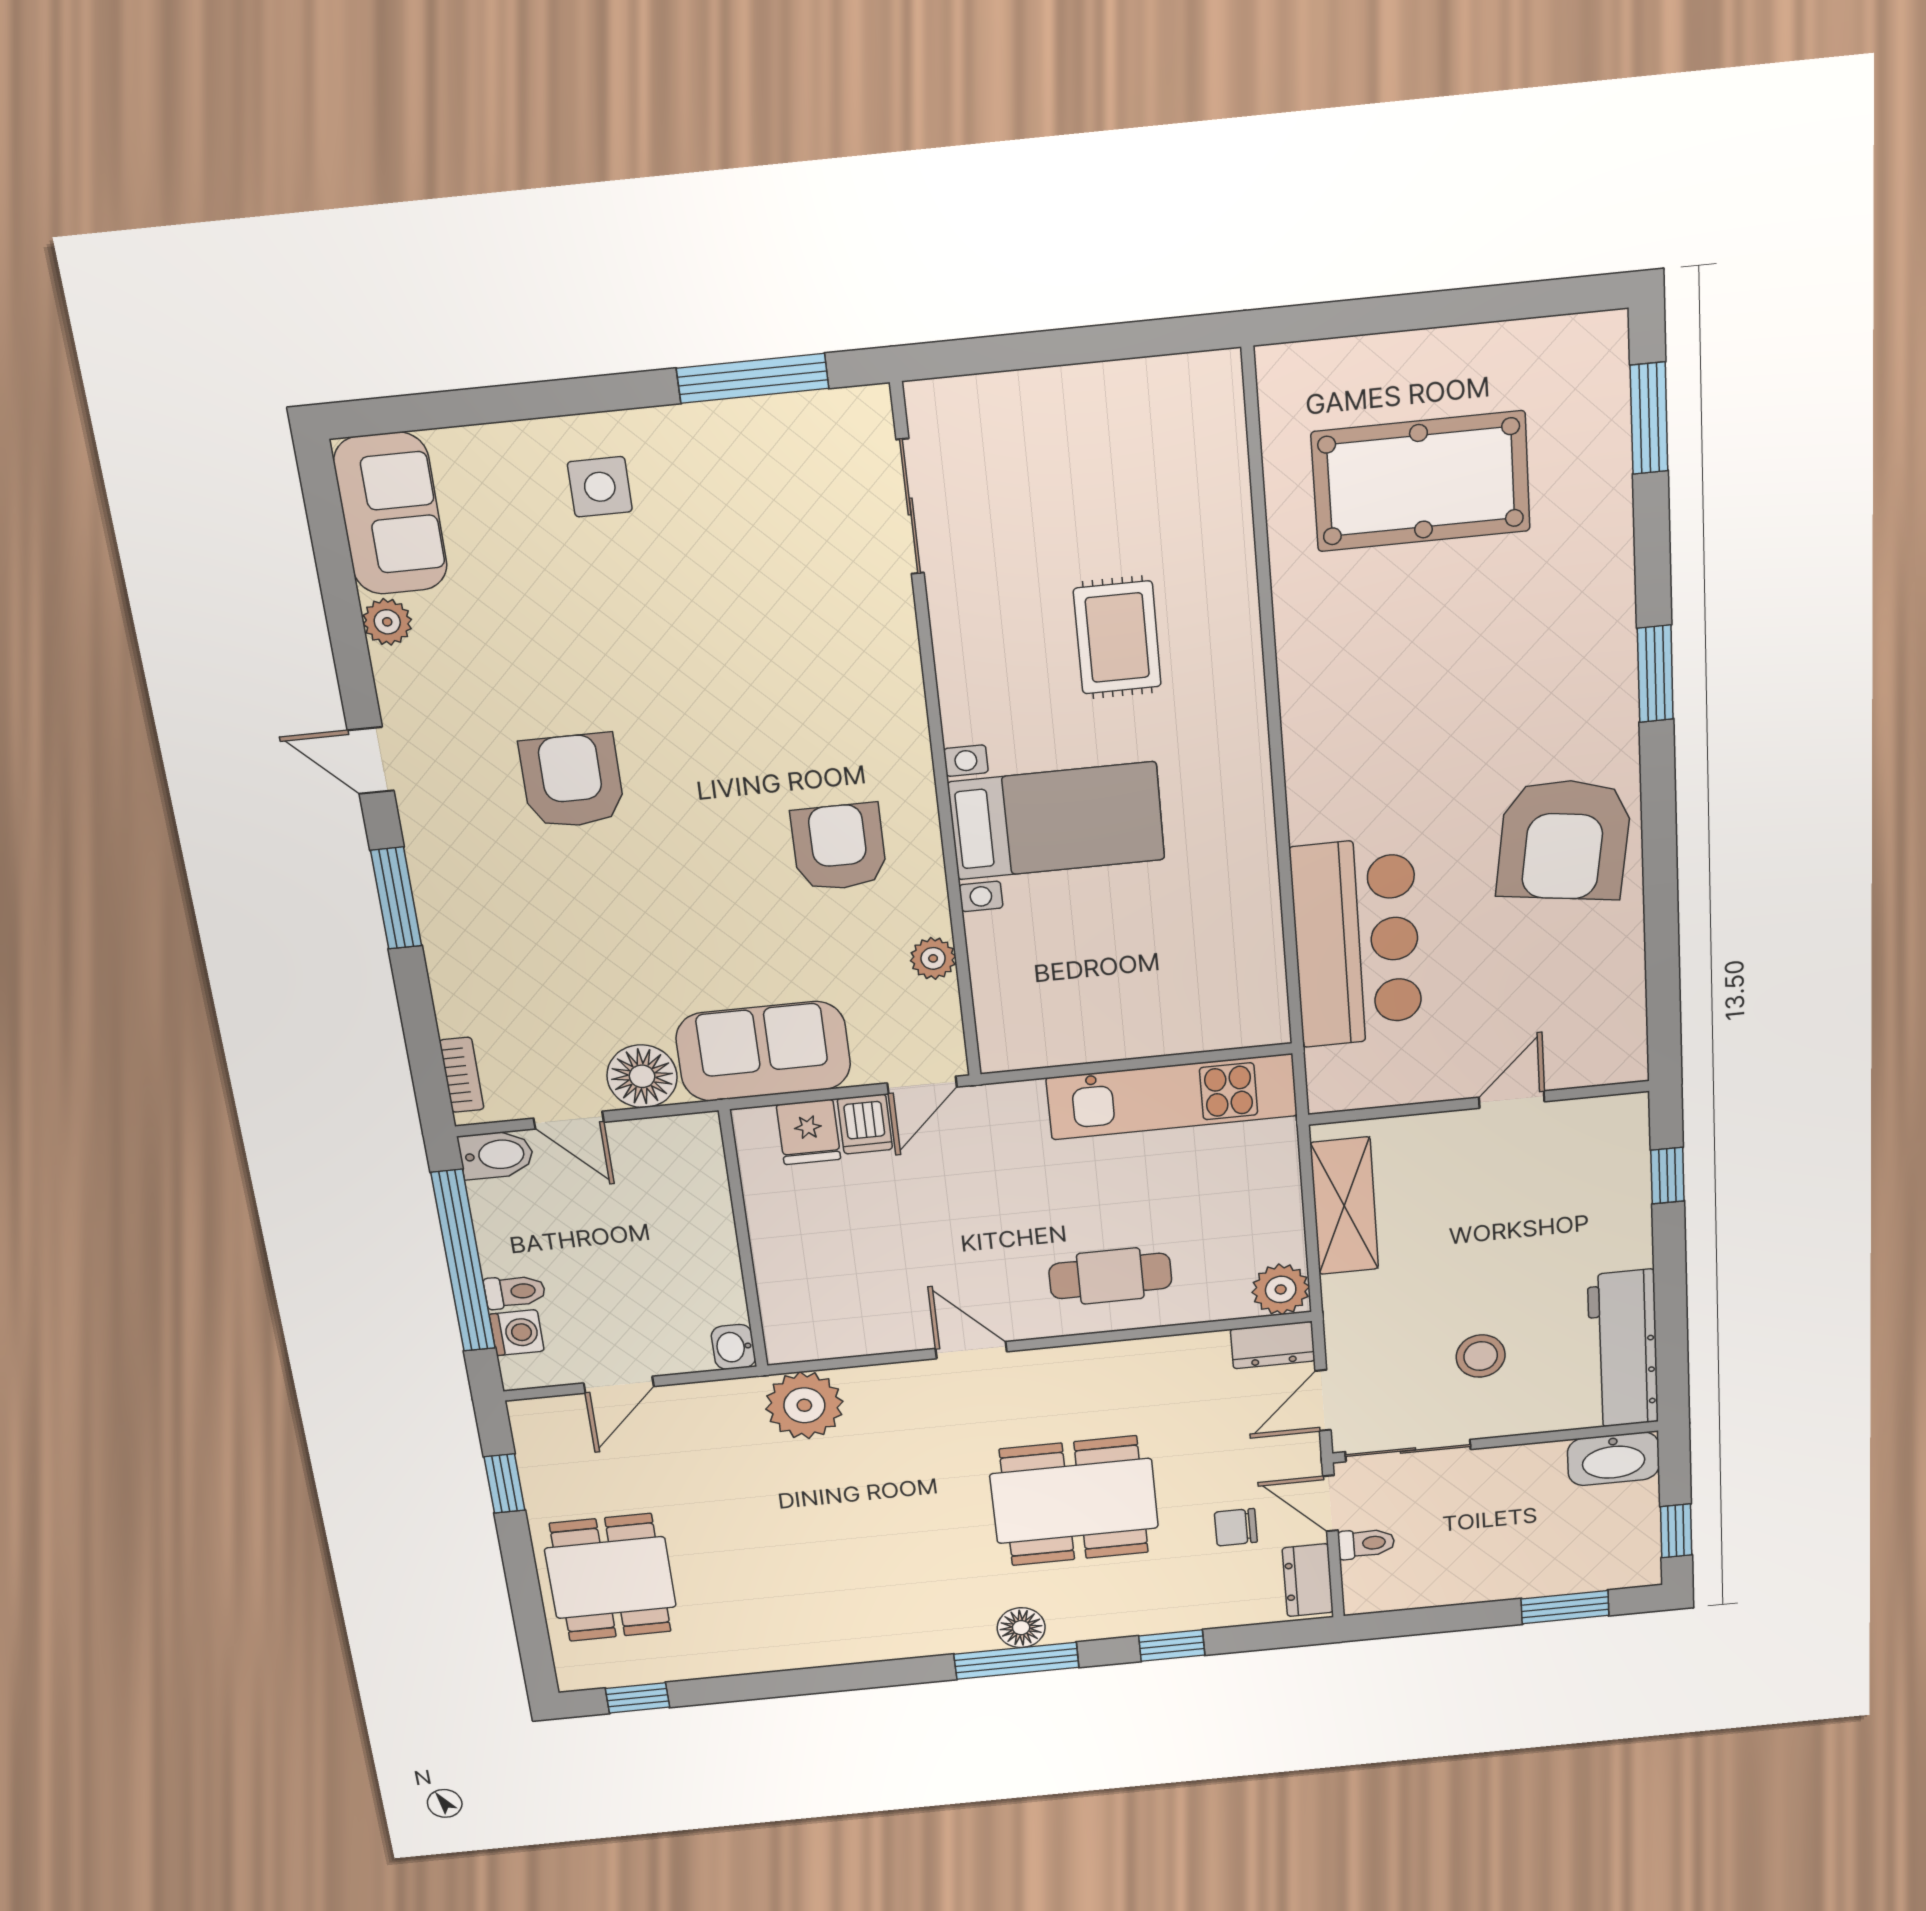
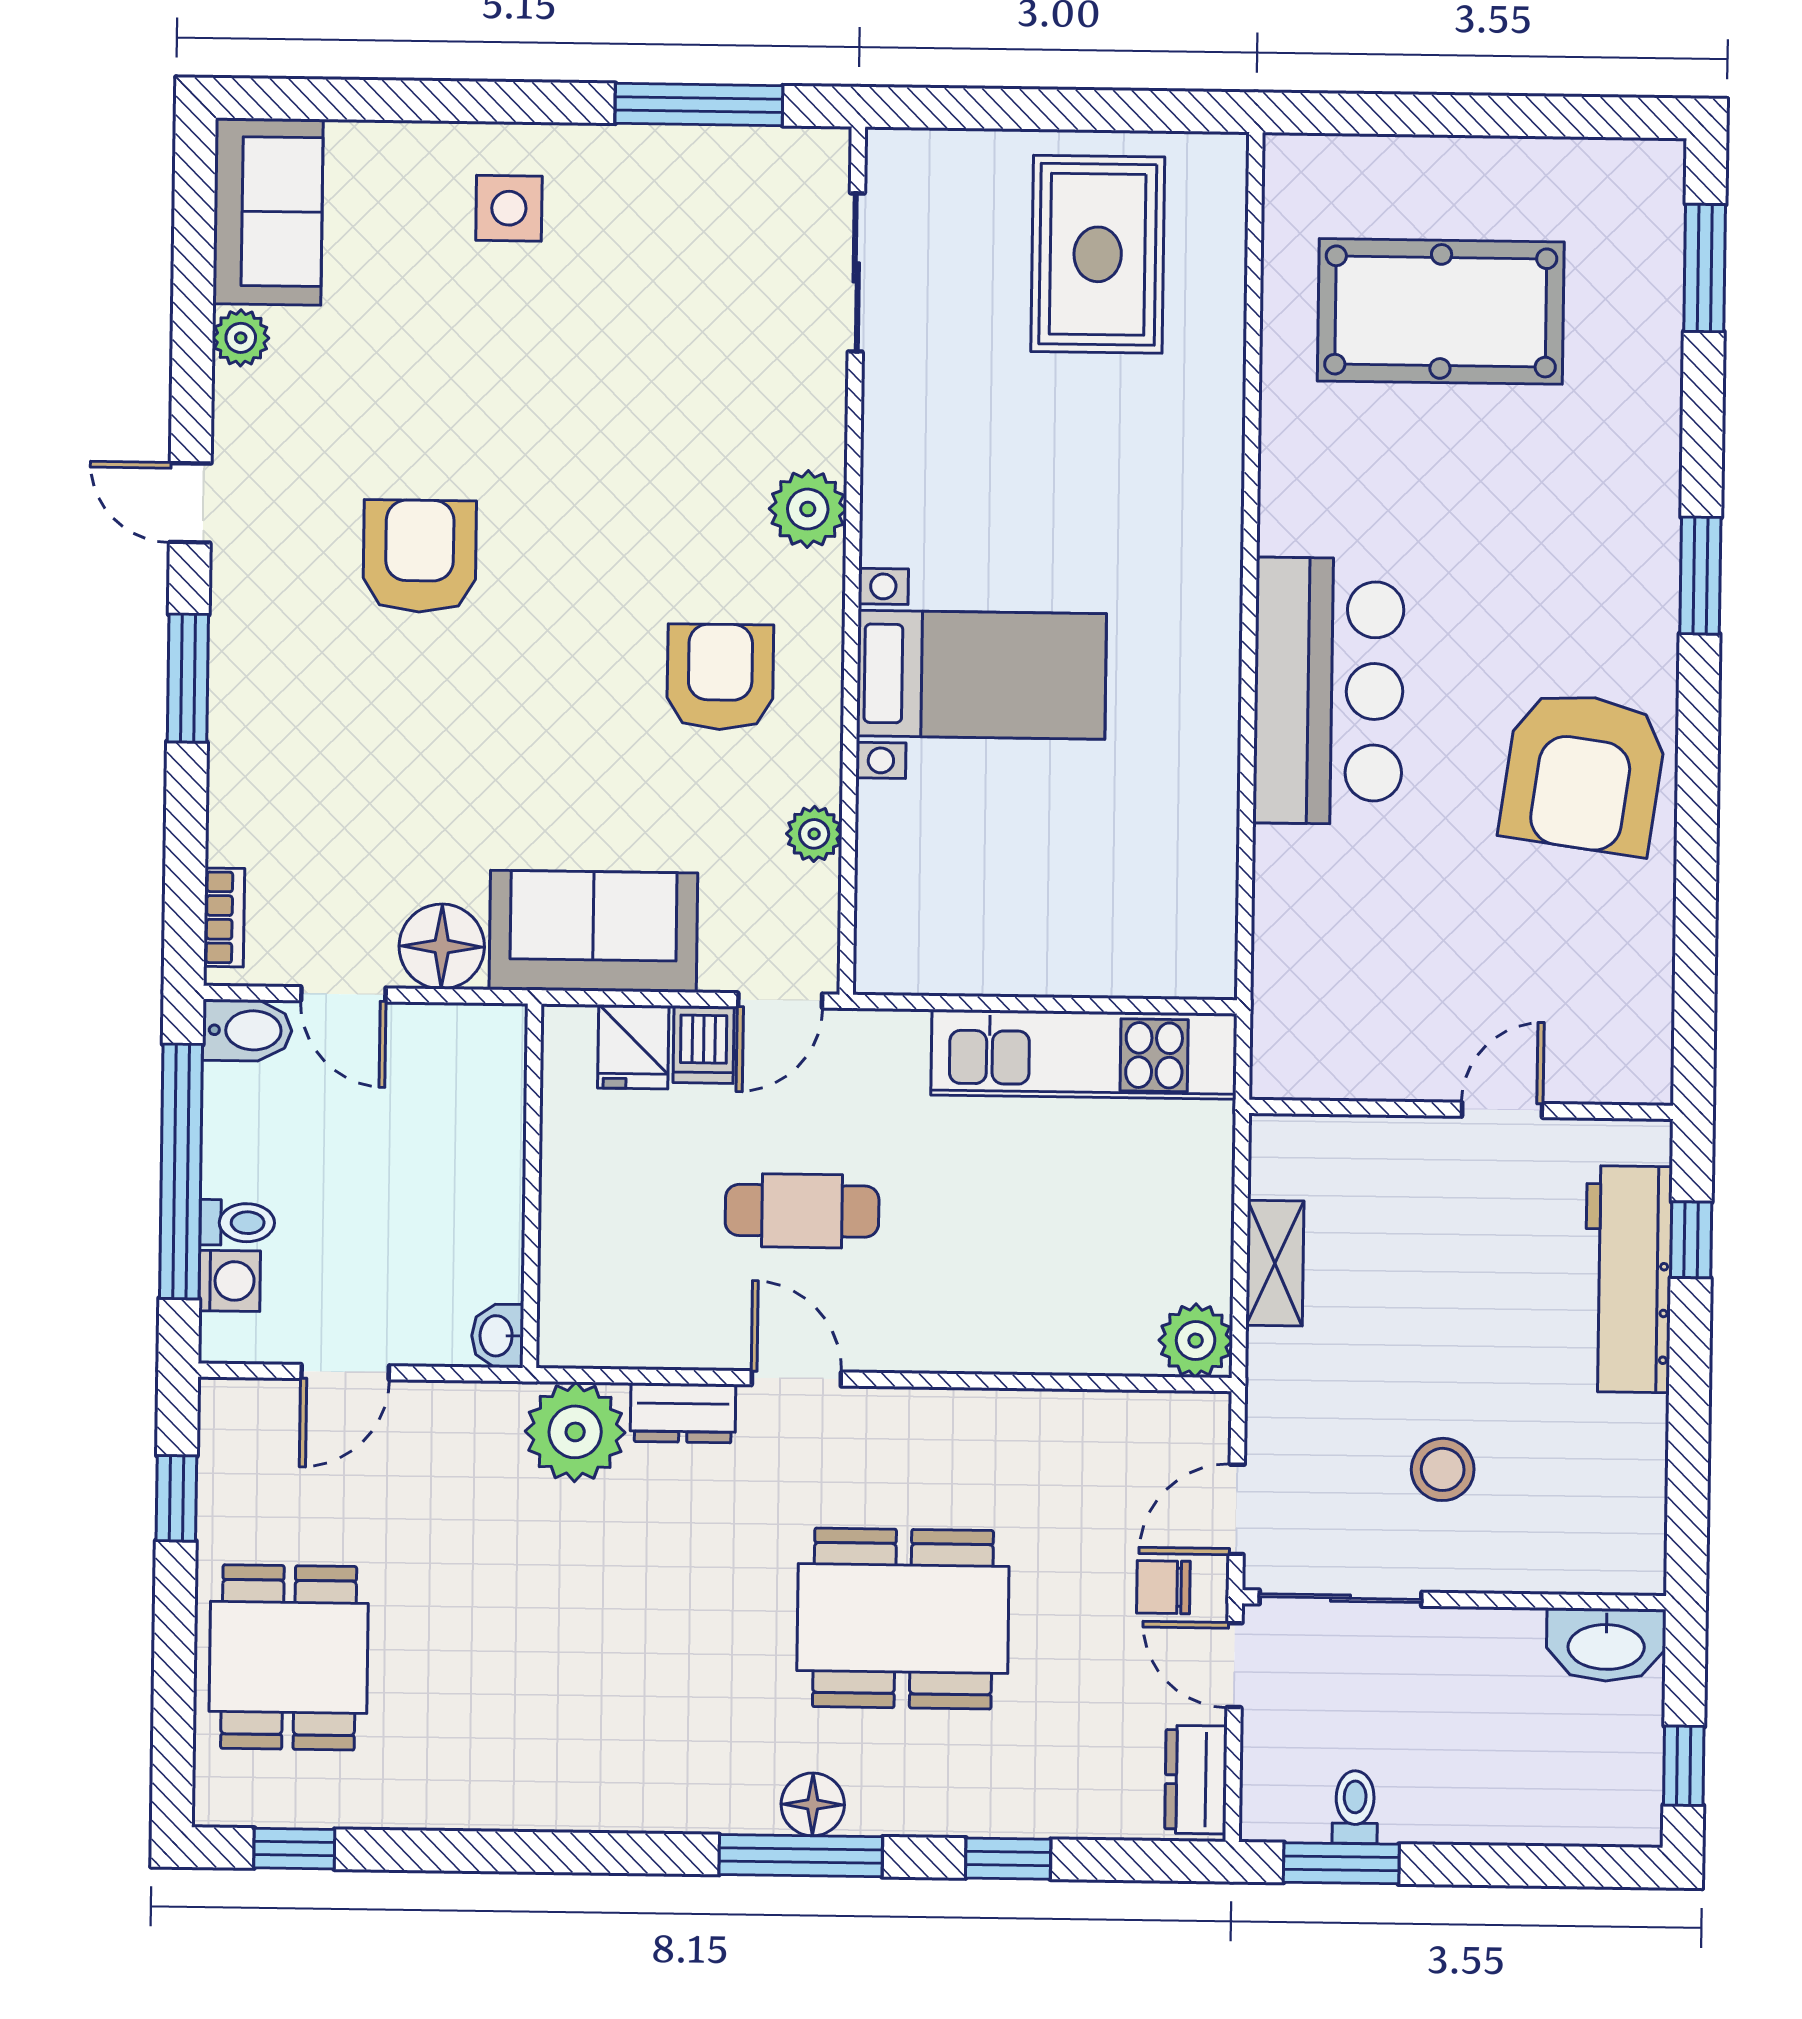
rug: (1117, 638) -> (1098, 254), moved, width x1.36, depth x1.43
plant: (894, 706) -> (808, 509), added
bar counter: (1357, 942) -> (1329, 691), moved
shelving: (1344, 1206) -> (1275, 1263), width x0.67, depth x0.75
cafe table: (1110, 1276) -> (802, 1211), moved
dresser: (1273, 1345) -> (683, 1413), moved
workbench: (1623, 1349) -> (1628, 1279), moved
chair: (1236, 1527) -> (1163, 1587), moved
toilet: (1366, 1543) -> (1355, 1807), moved, turned -90
window: (1565, 1607) -> (1341, 1863), moved

